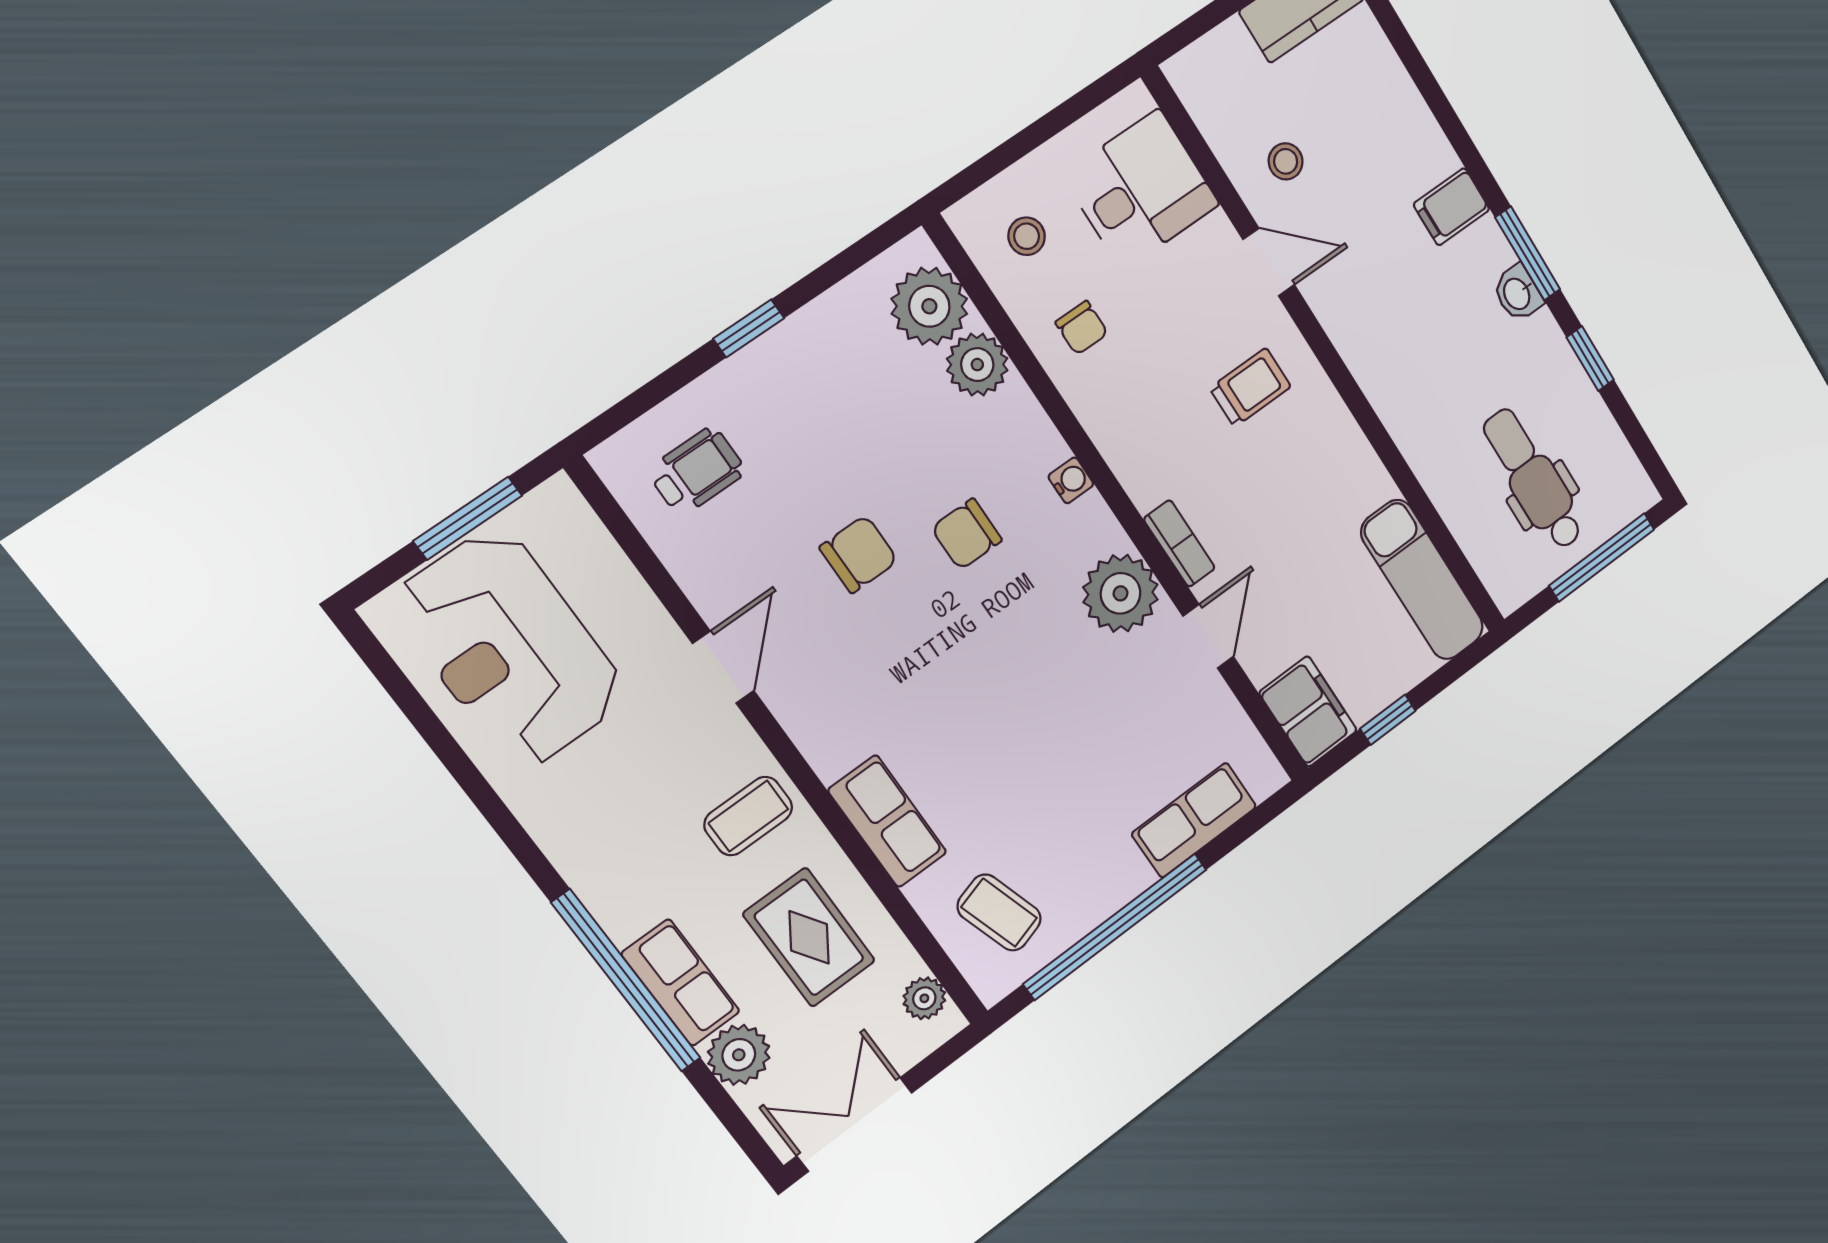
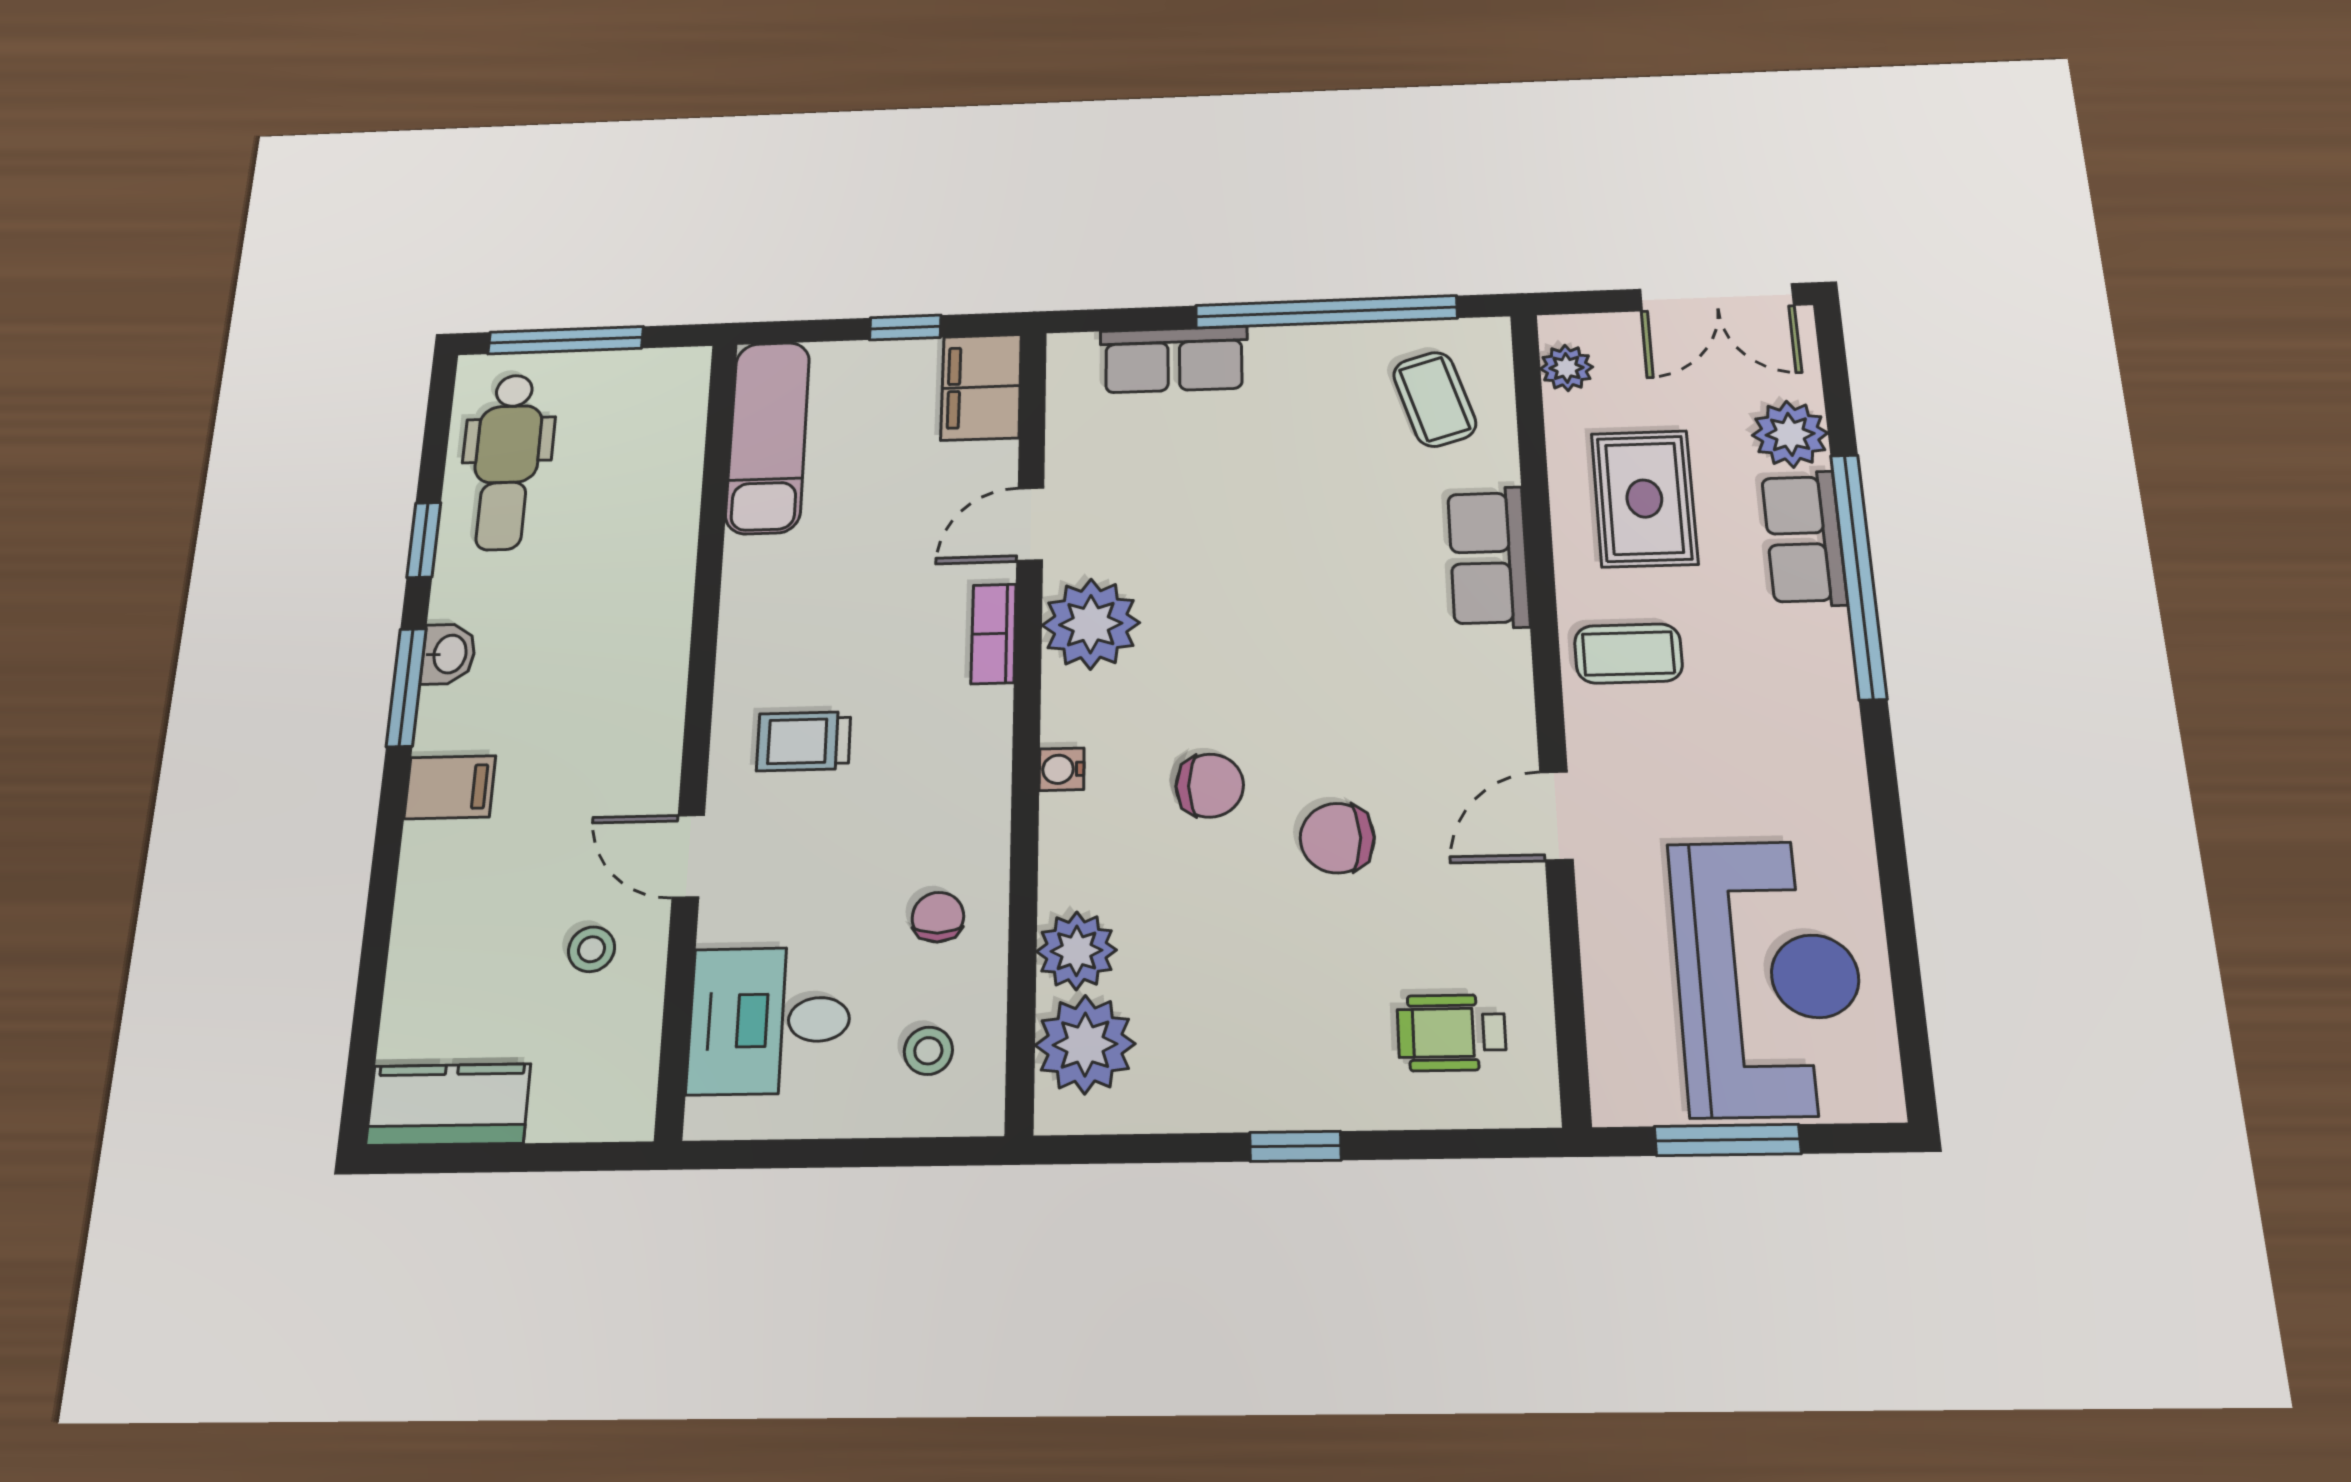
dental chair: (1533, 479) -> (507, 462), moved

